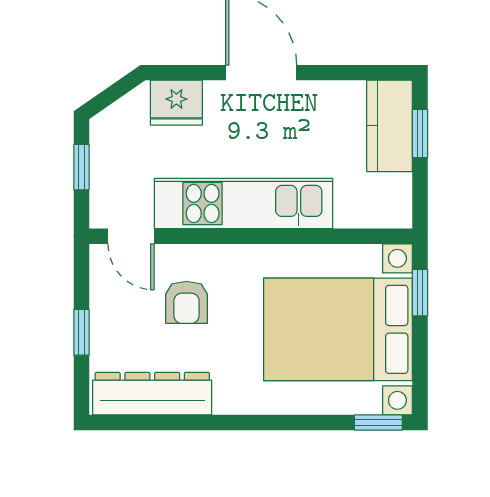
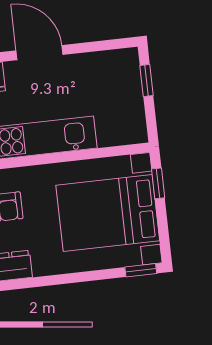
kitchen counter: (389, 126) -> (126, 78), removed

